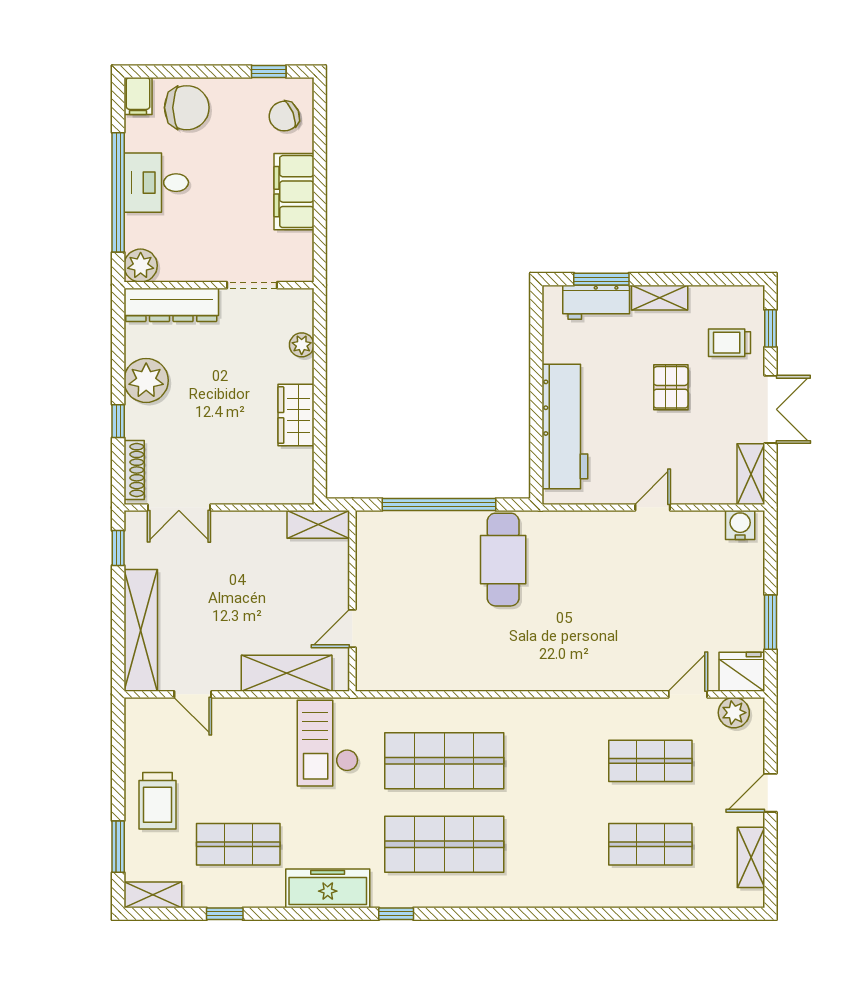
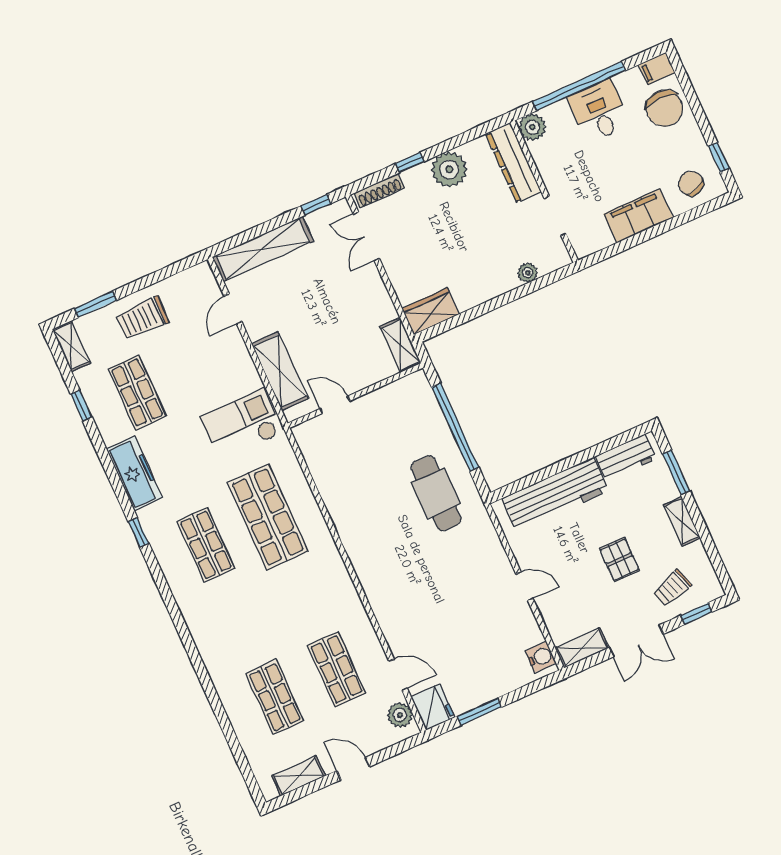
workbench: (596, 302) -> (626, 458), moved, turned -90
trolley: (730, 343) -> (672, 588), turned -108
pallet: (671, 387) -> (619, 560), turned 90
wardrobe: (296, 415) -> (430, 311), moved
cafe table: (503, 560) -> (436, 493), turned 90
shop shelf: (444, 844) -> (206, 545), width x0.70, depth x0.74

